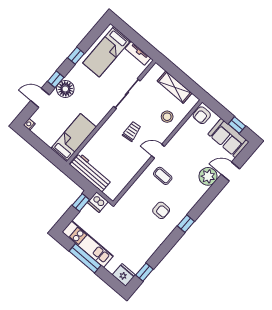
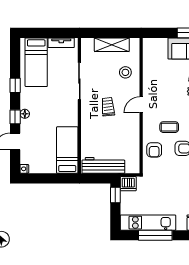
floor lamp: (65, 89) -> (25, 114), width x0.53, depth x0.53
armchair: (202, 115) -> (154, 150), moved
coffee table: (163, 176) -> (169, 127), moved

